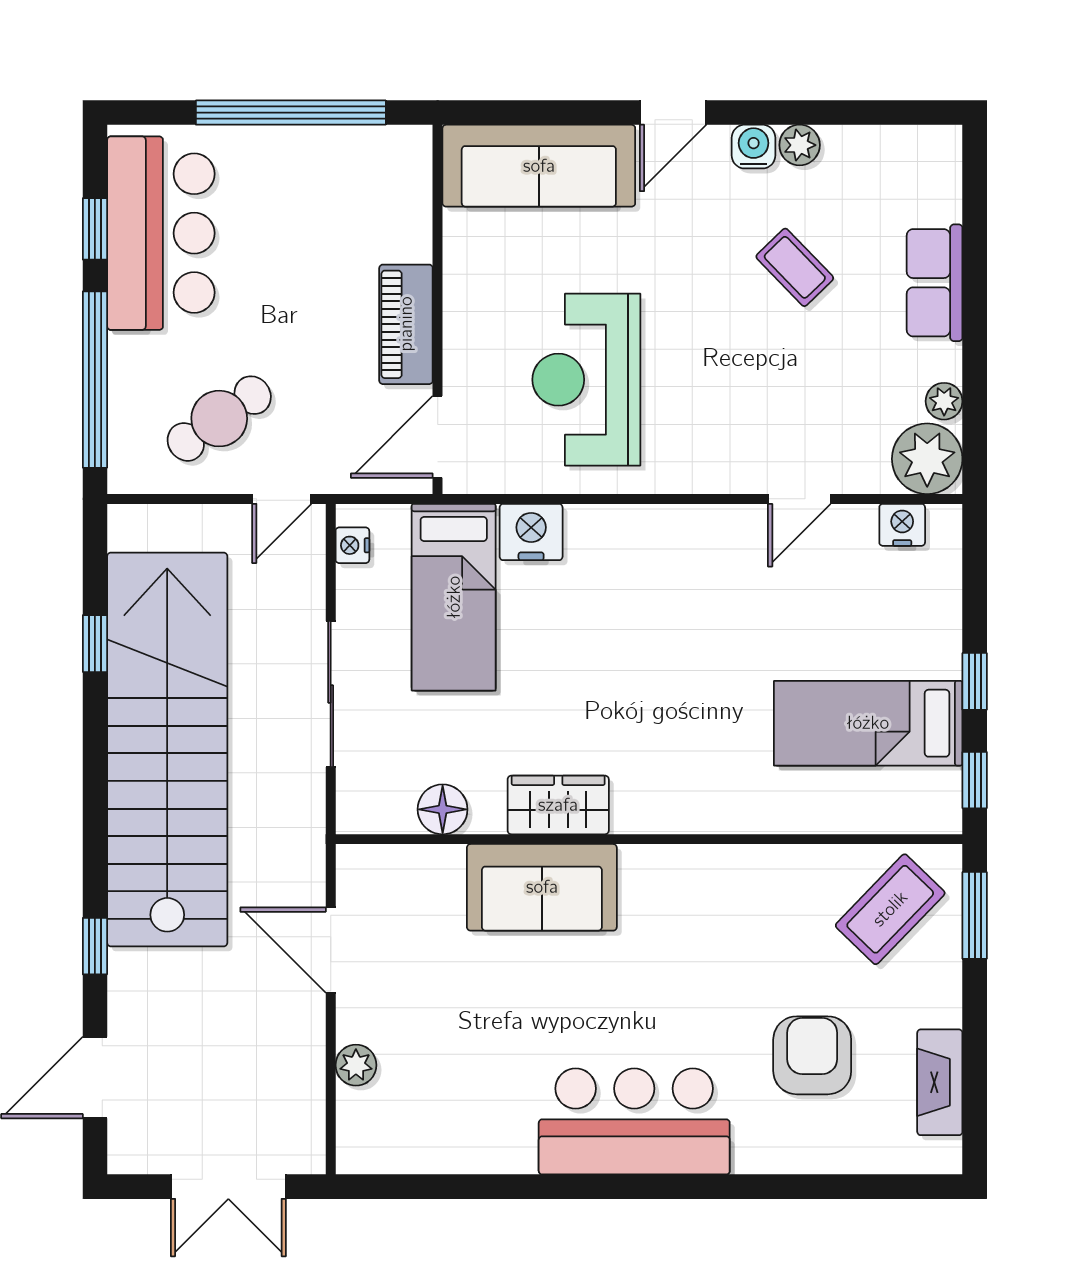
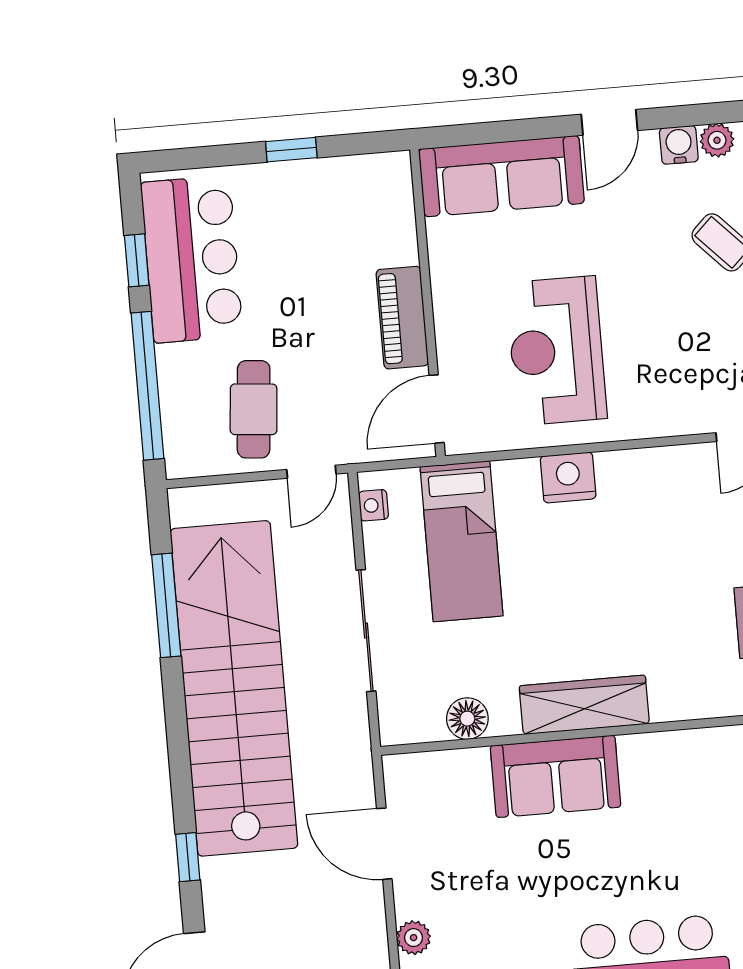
window: (291, 113) -> (291, 150), width x0.32
cafe table: (219, 419) -> (254, 409), turned -50
nightstand: (531, 532) -> (568, 477), moved
window: (95, 644) -> (166, 605), width x2.17
wardrobe: (558, 805) -> (584, 705), width x1.50

